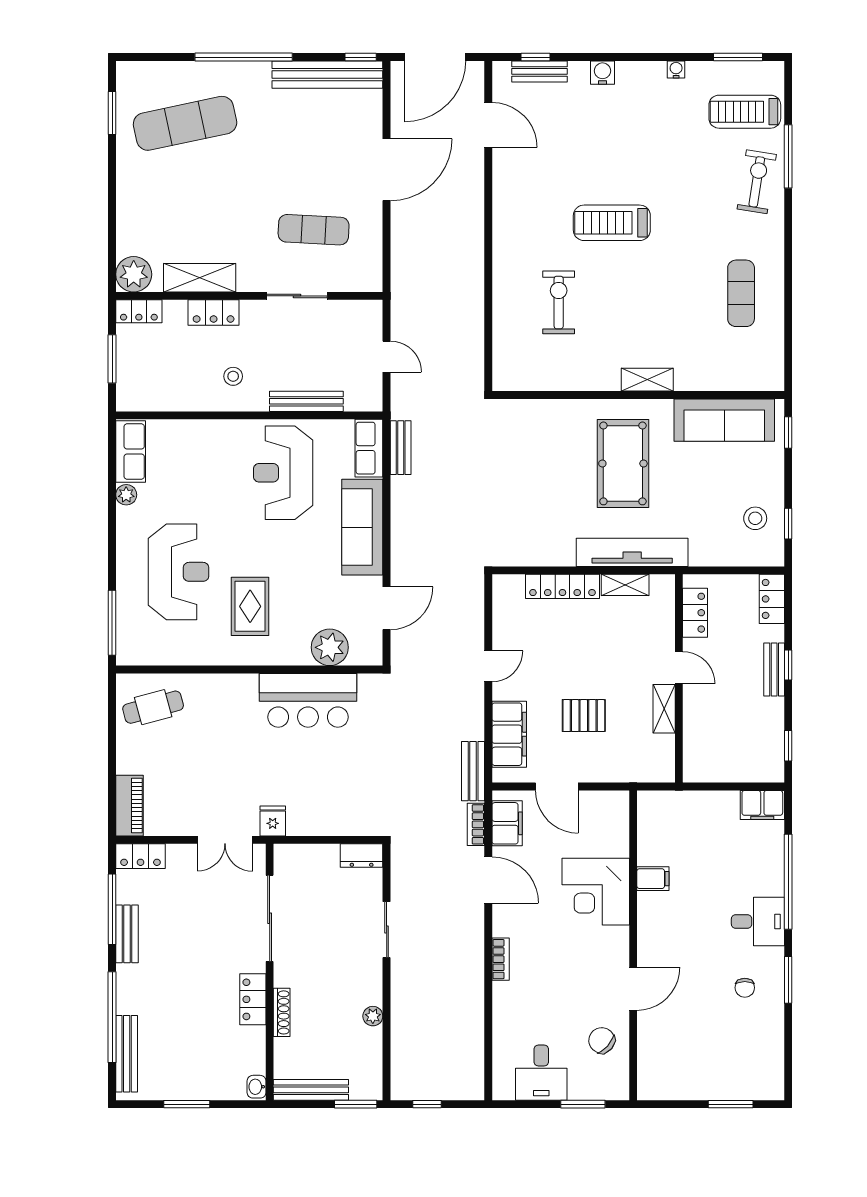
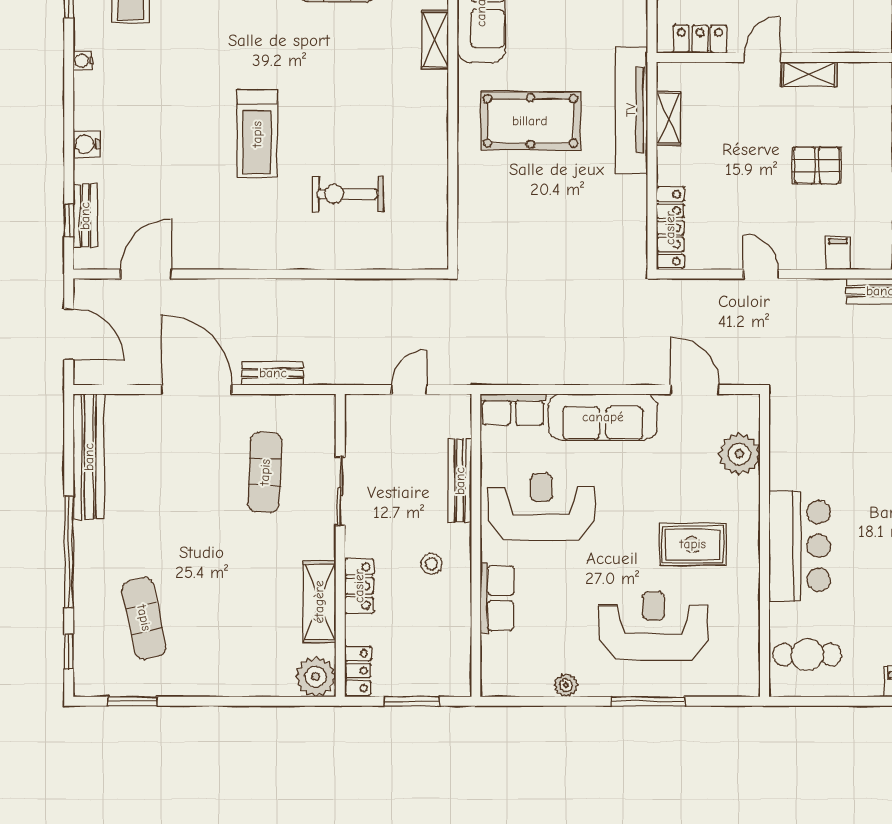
window: (361, 57) -> (69, 652), moved
door: (435, 57) -> (69, 334), width x0.73
exercise mat: (185, 123) -> (144, 618), width x0.73, depth x0.69
shelving: (647, 380) -> (435, 40), moved
bench: (401, 448) -> (273, 373), moved
row of seats: (131, 452) -> (497, 598), moved, turned 90
reception desk: (283, 473) -> (541, 507), turned 180
locker: (562, 586) -> (670, 228), moved
window: (112, 623) -> (648, 701), moved
bar counter: (308, 700) -> (800, 546), moved
cafe table: (153, 707) -> (807, 655), turned -75
pallet: (584, 716) -> (817, 165), turned 90
filing cabinet: (509, 734) -> (838, 253), width x0.33, depth x0.86

